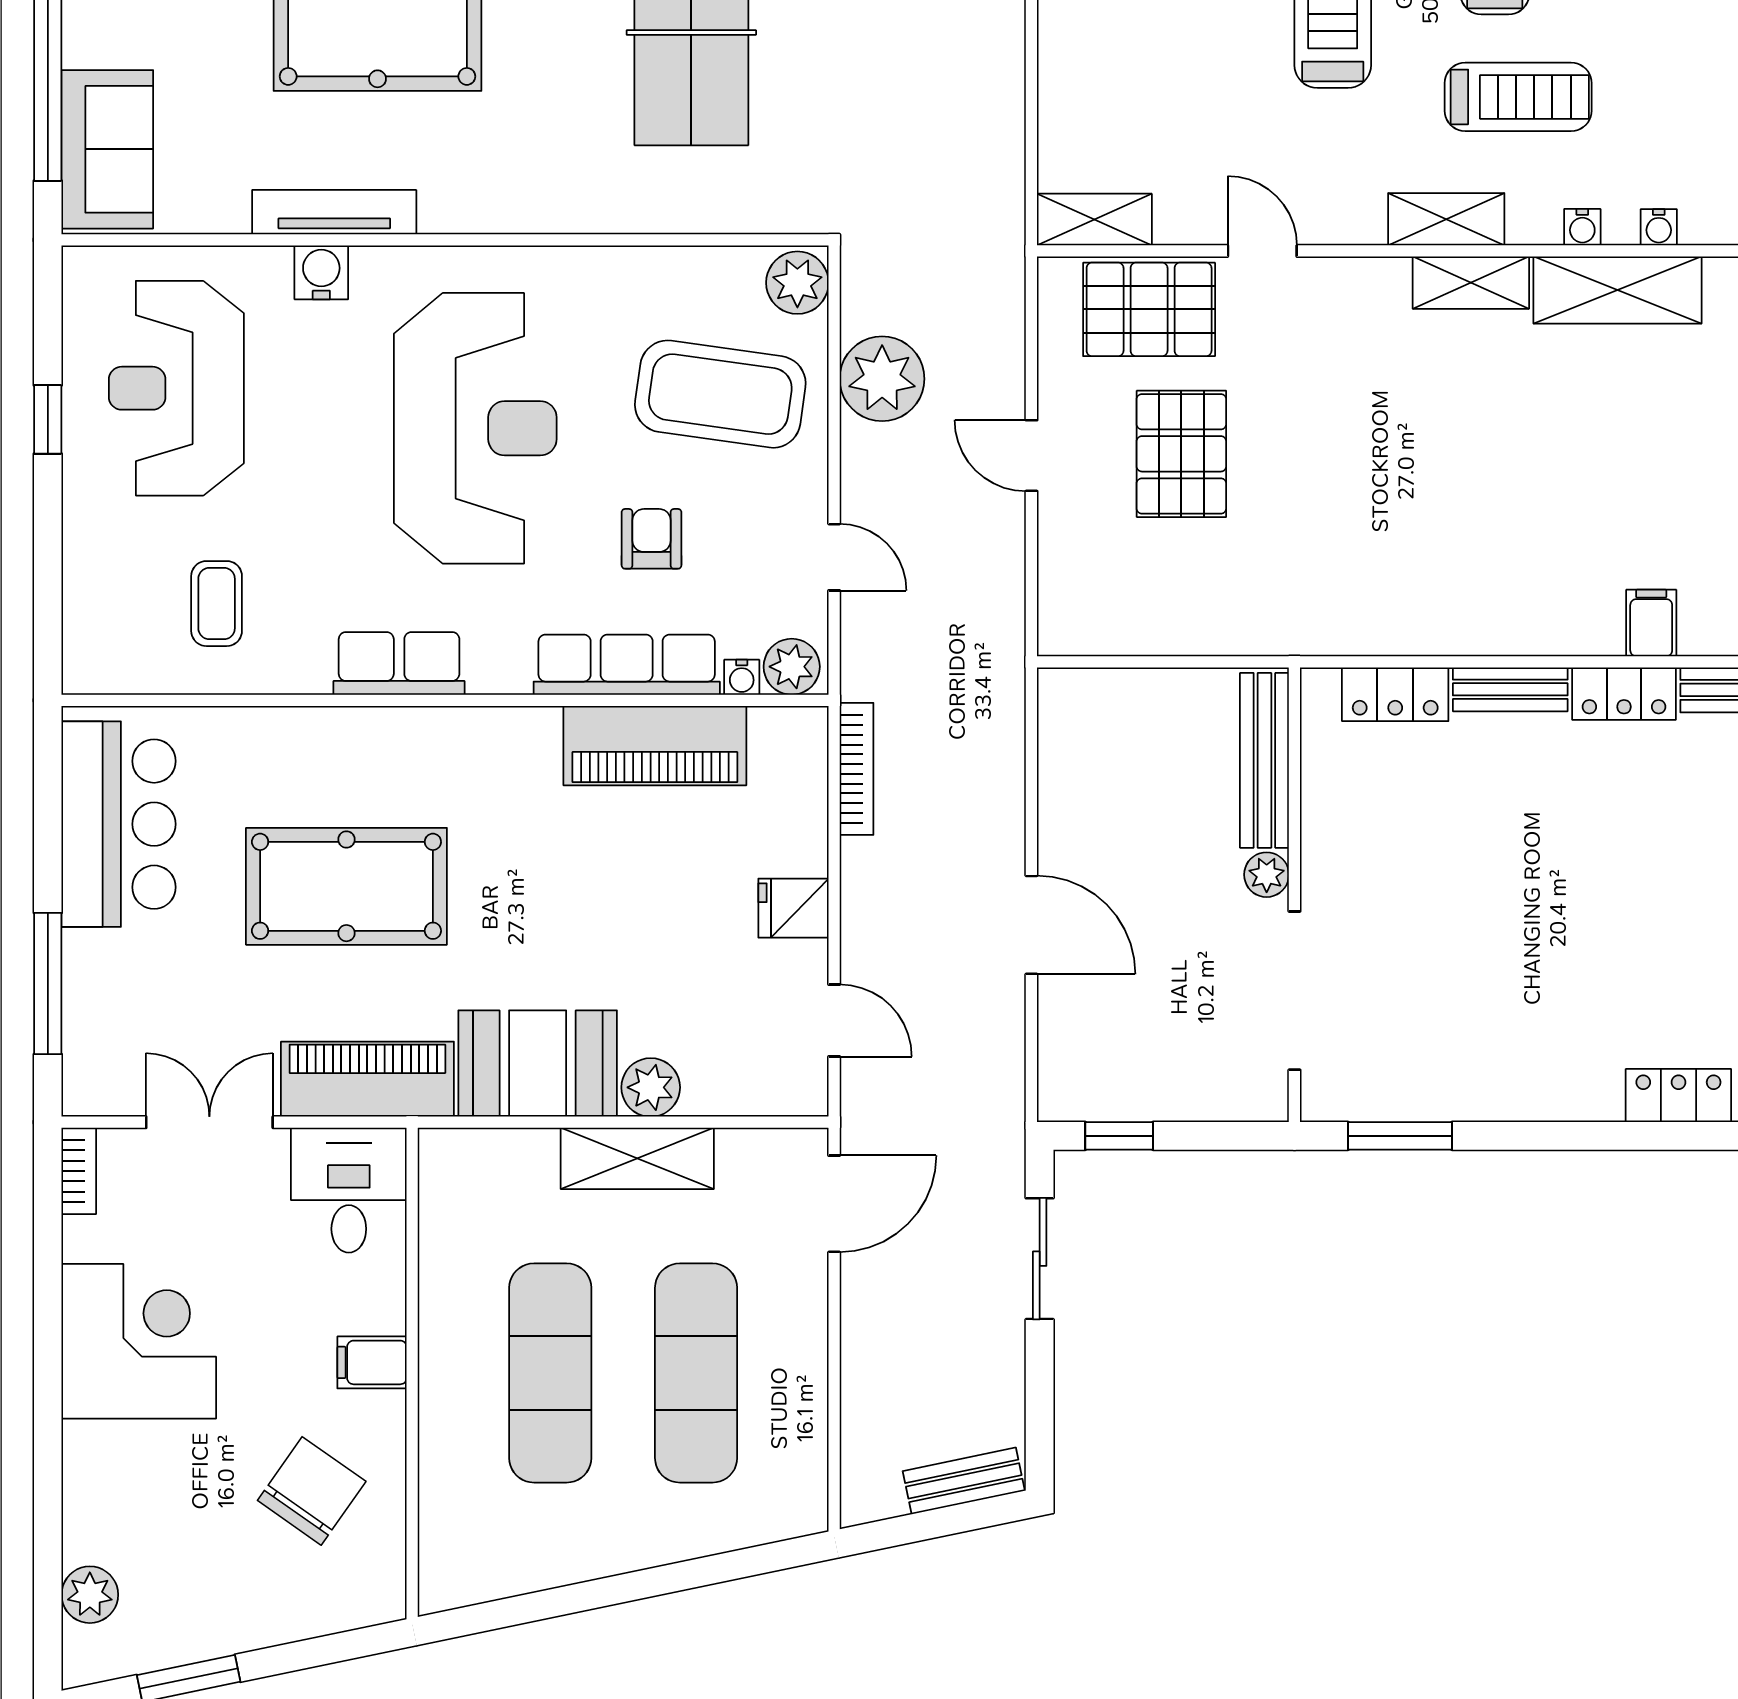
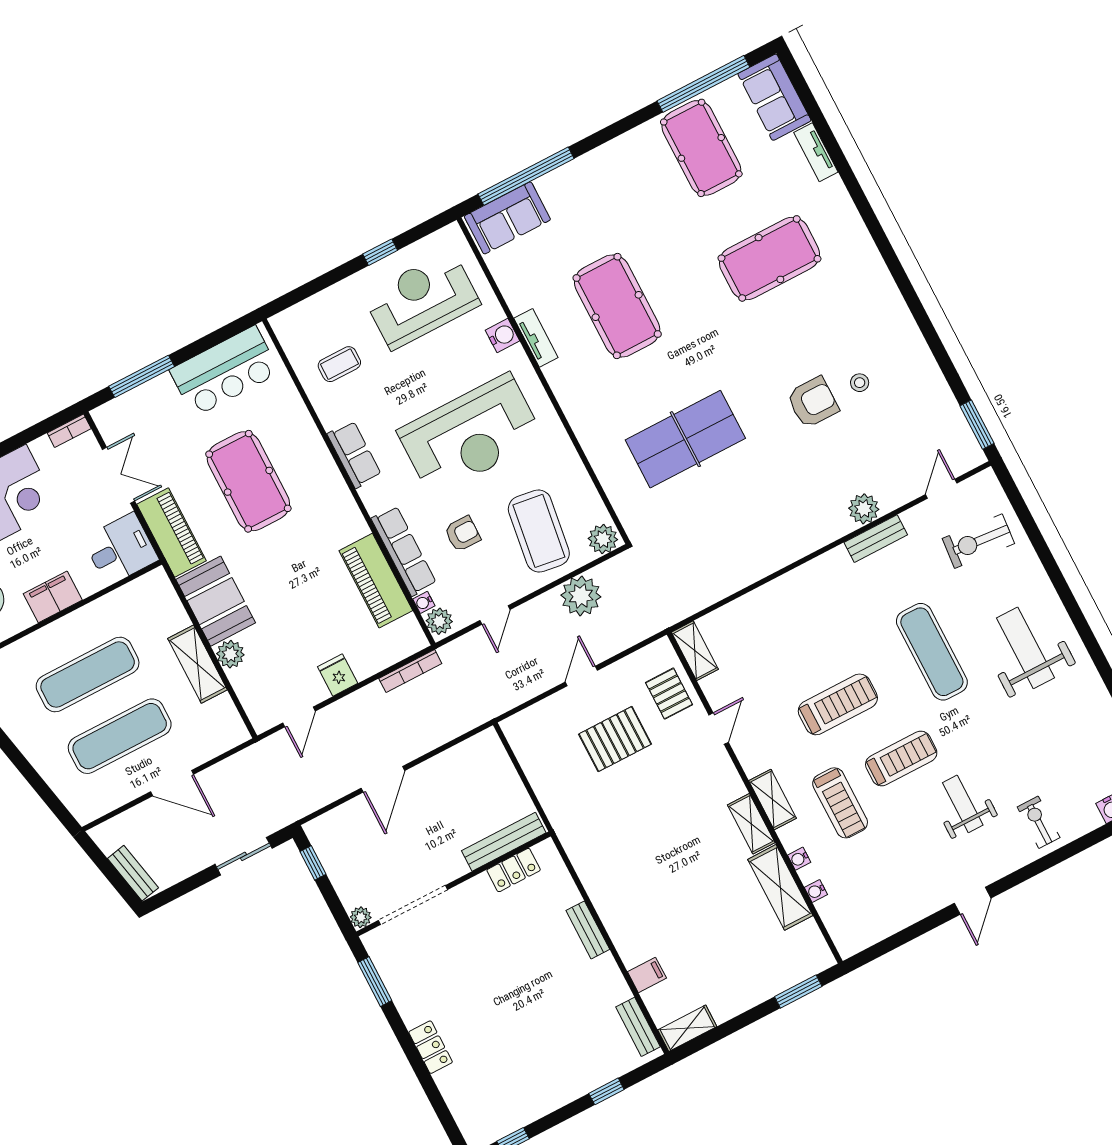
tv unit: (334, 212) -> (536, 338), width x0.71
pallet: (1149, 309) -> (669, 694), width x0.67, depth x0.71
locker: (1395, 694) -> (514, 870), moved, turned -90
locker: (1624, 694) -> (611, 979), removed
plant: (1267, 875) -> (361, 917), moved
locker: (1678, 1096) -> (431, 1047), moved
door: (834, 1204) -> (172, 783), moved
filing cabinet: (372, 1362) -> (53, 597), width x2.00

